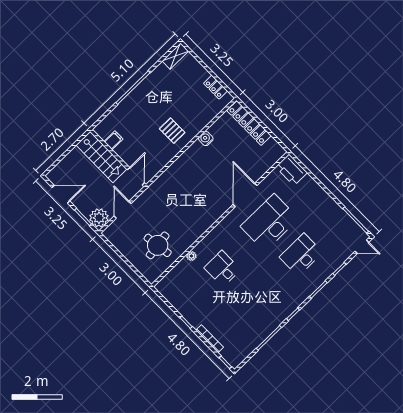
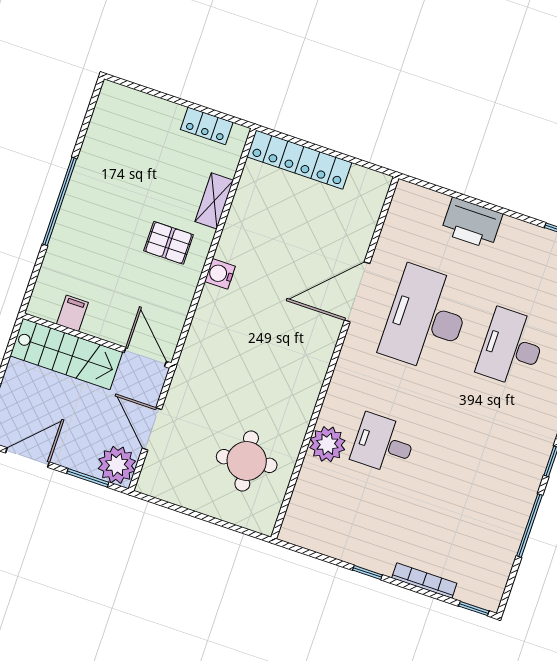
shelving: (175, 56) -> (214, 201), moved
water cooler: (206, 139) -> (220, 274), moved
printer: (291, 170) -> (472, 223), moved
door: (245, 195) -> (357, 292), hinge flipped
plant: (191, 256) -> (327, 444), width x1.87, depth x1.87

